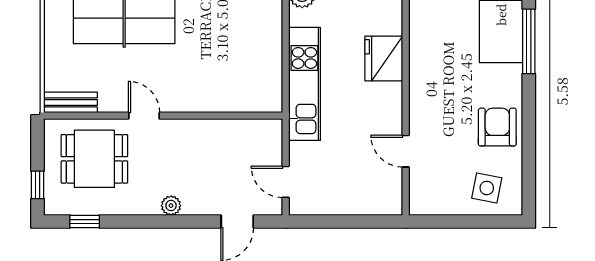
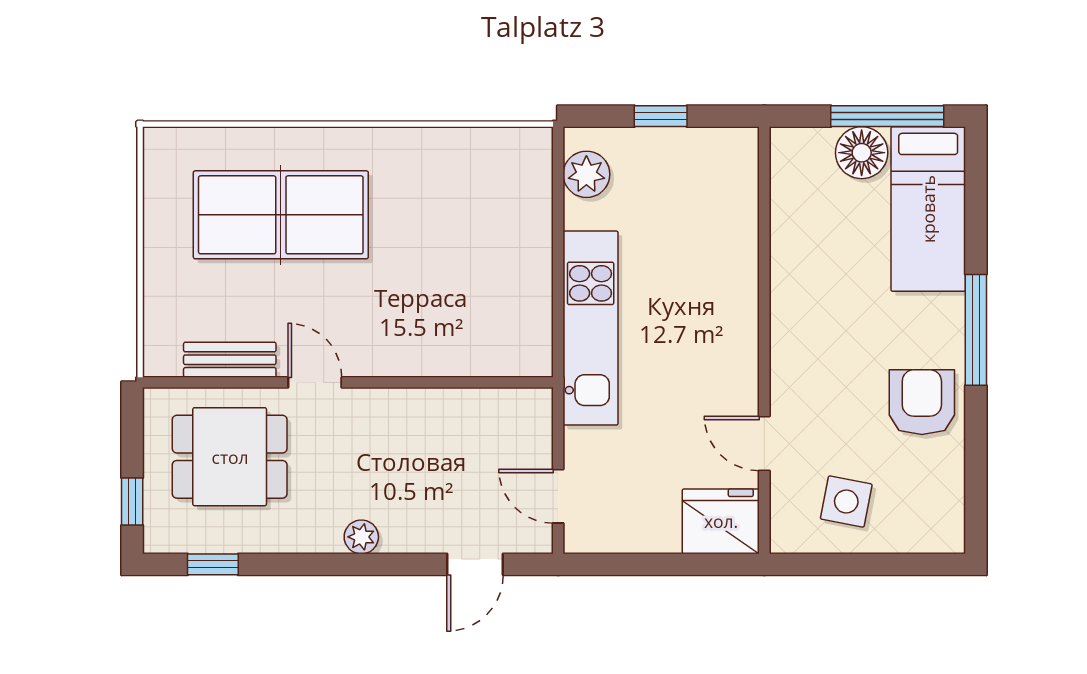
window: (529, 41) -> (976, 330), moved
fridge: (384, 58) -> (721, 521), moved, turned 90
bench: (71, 102) -> (230, 360), moved
side table: (487, 188) -> (846, 502), moved

